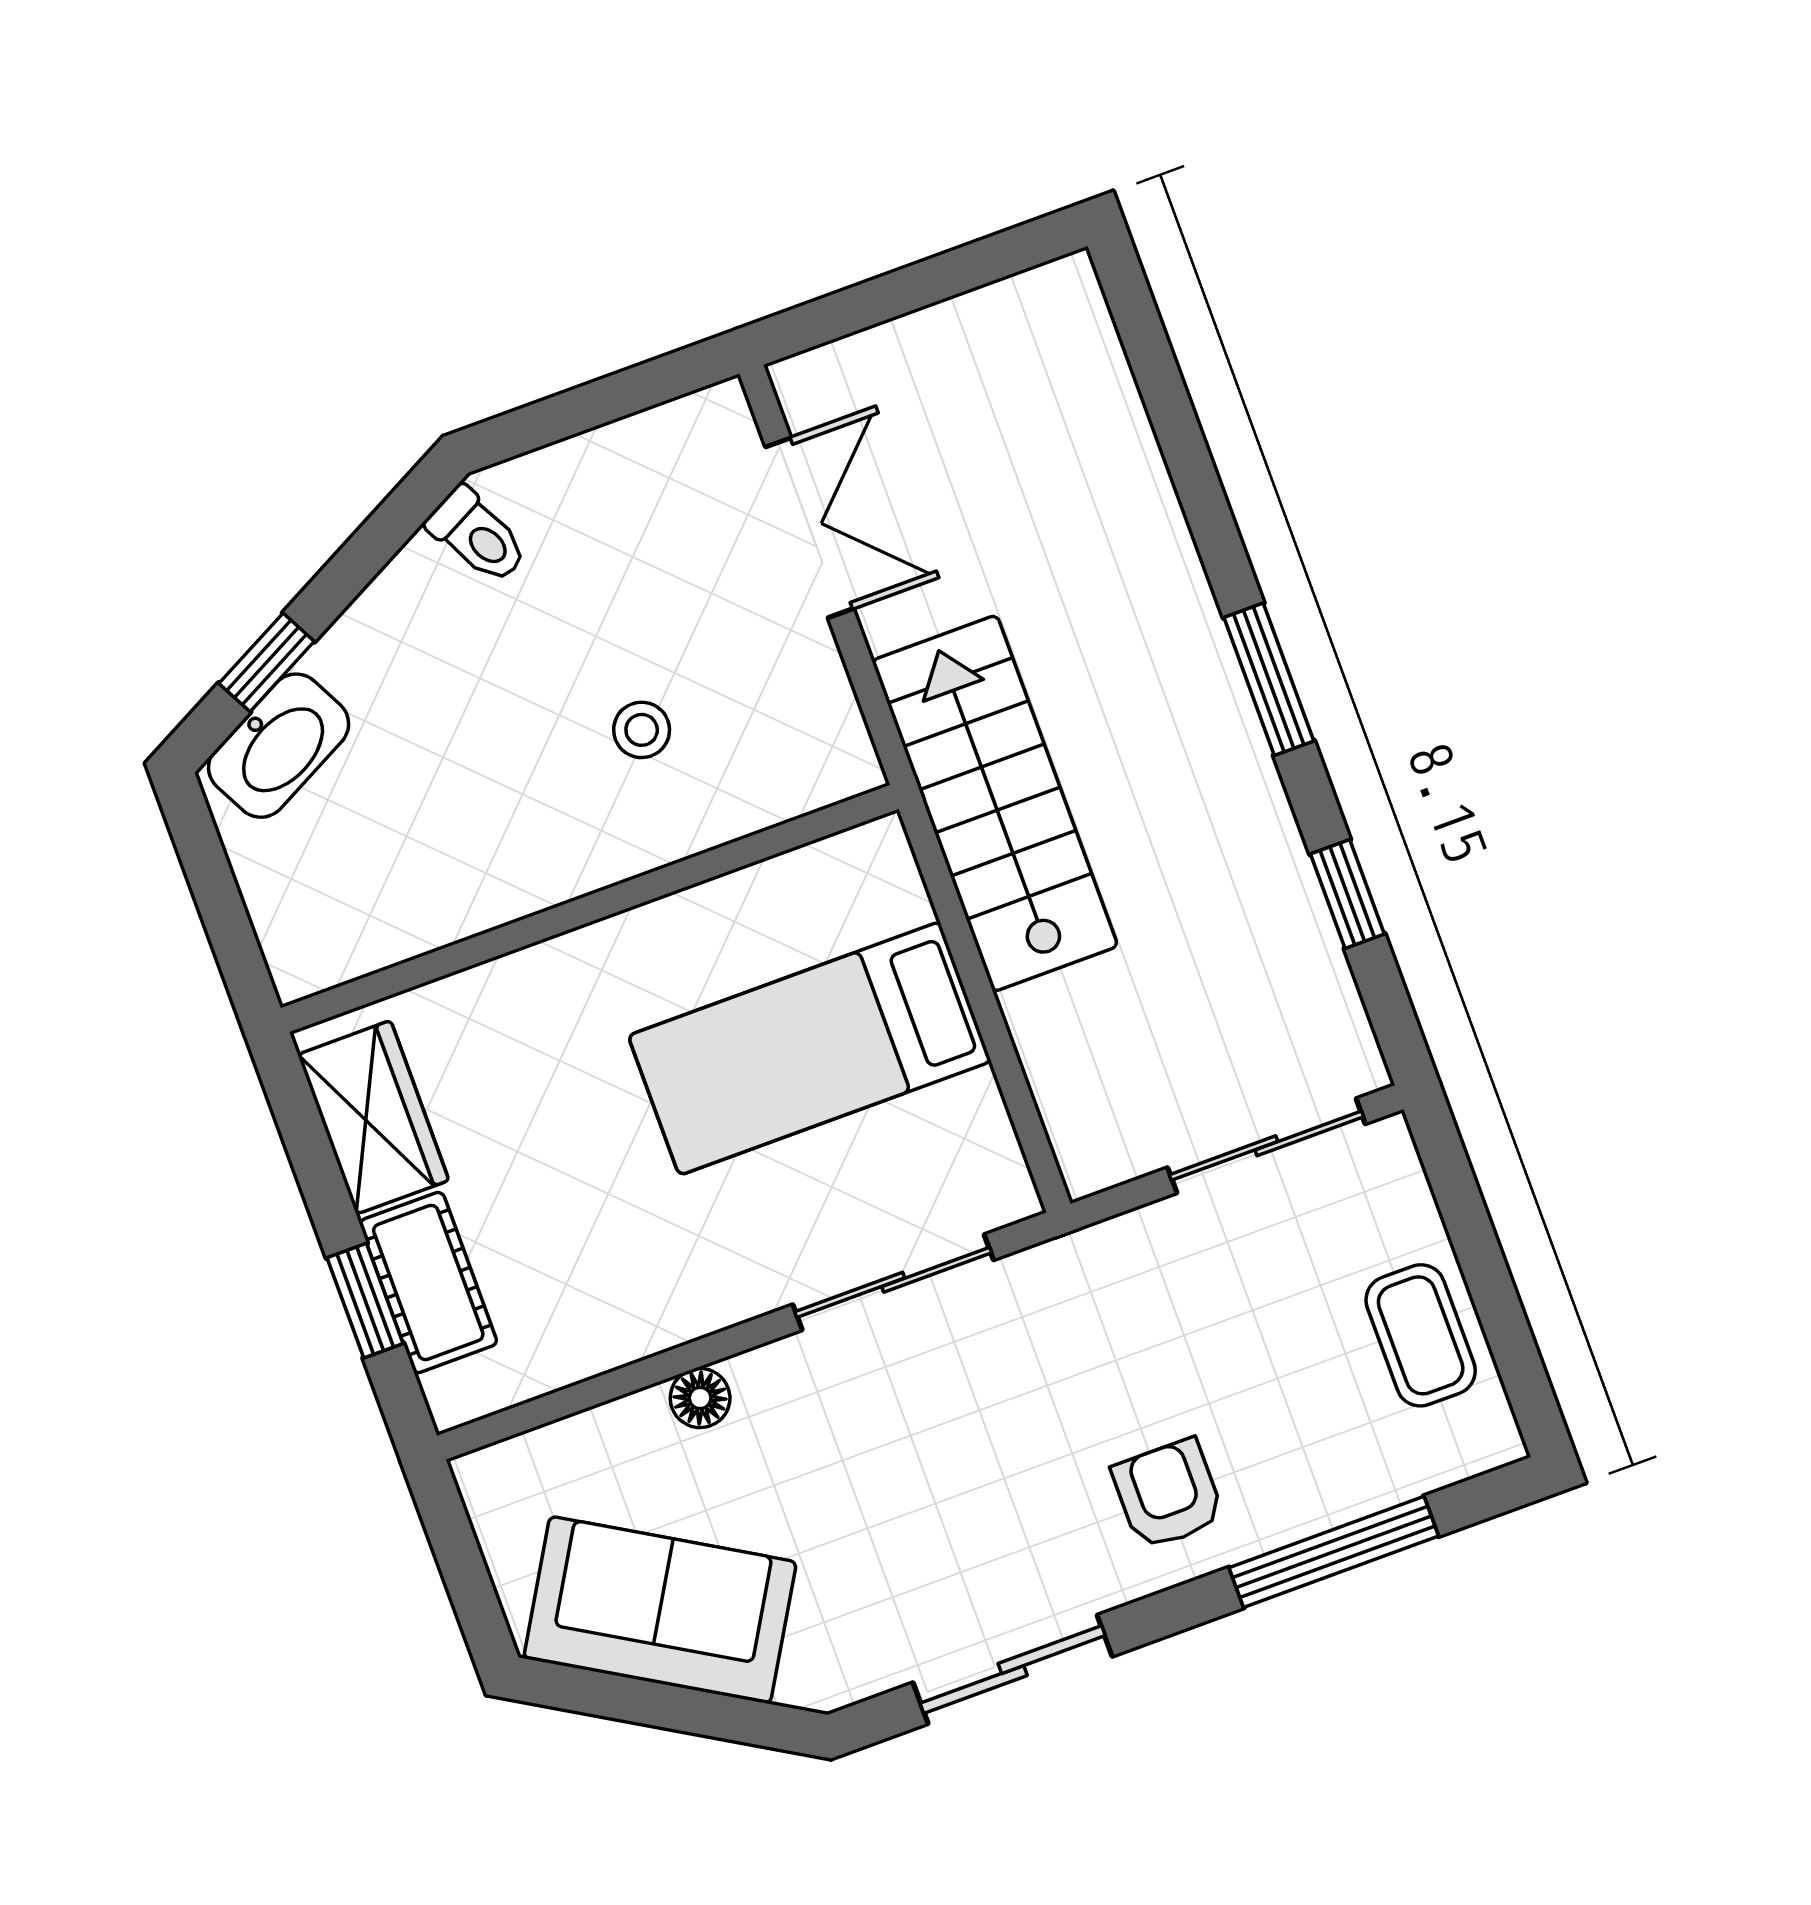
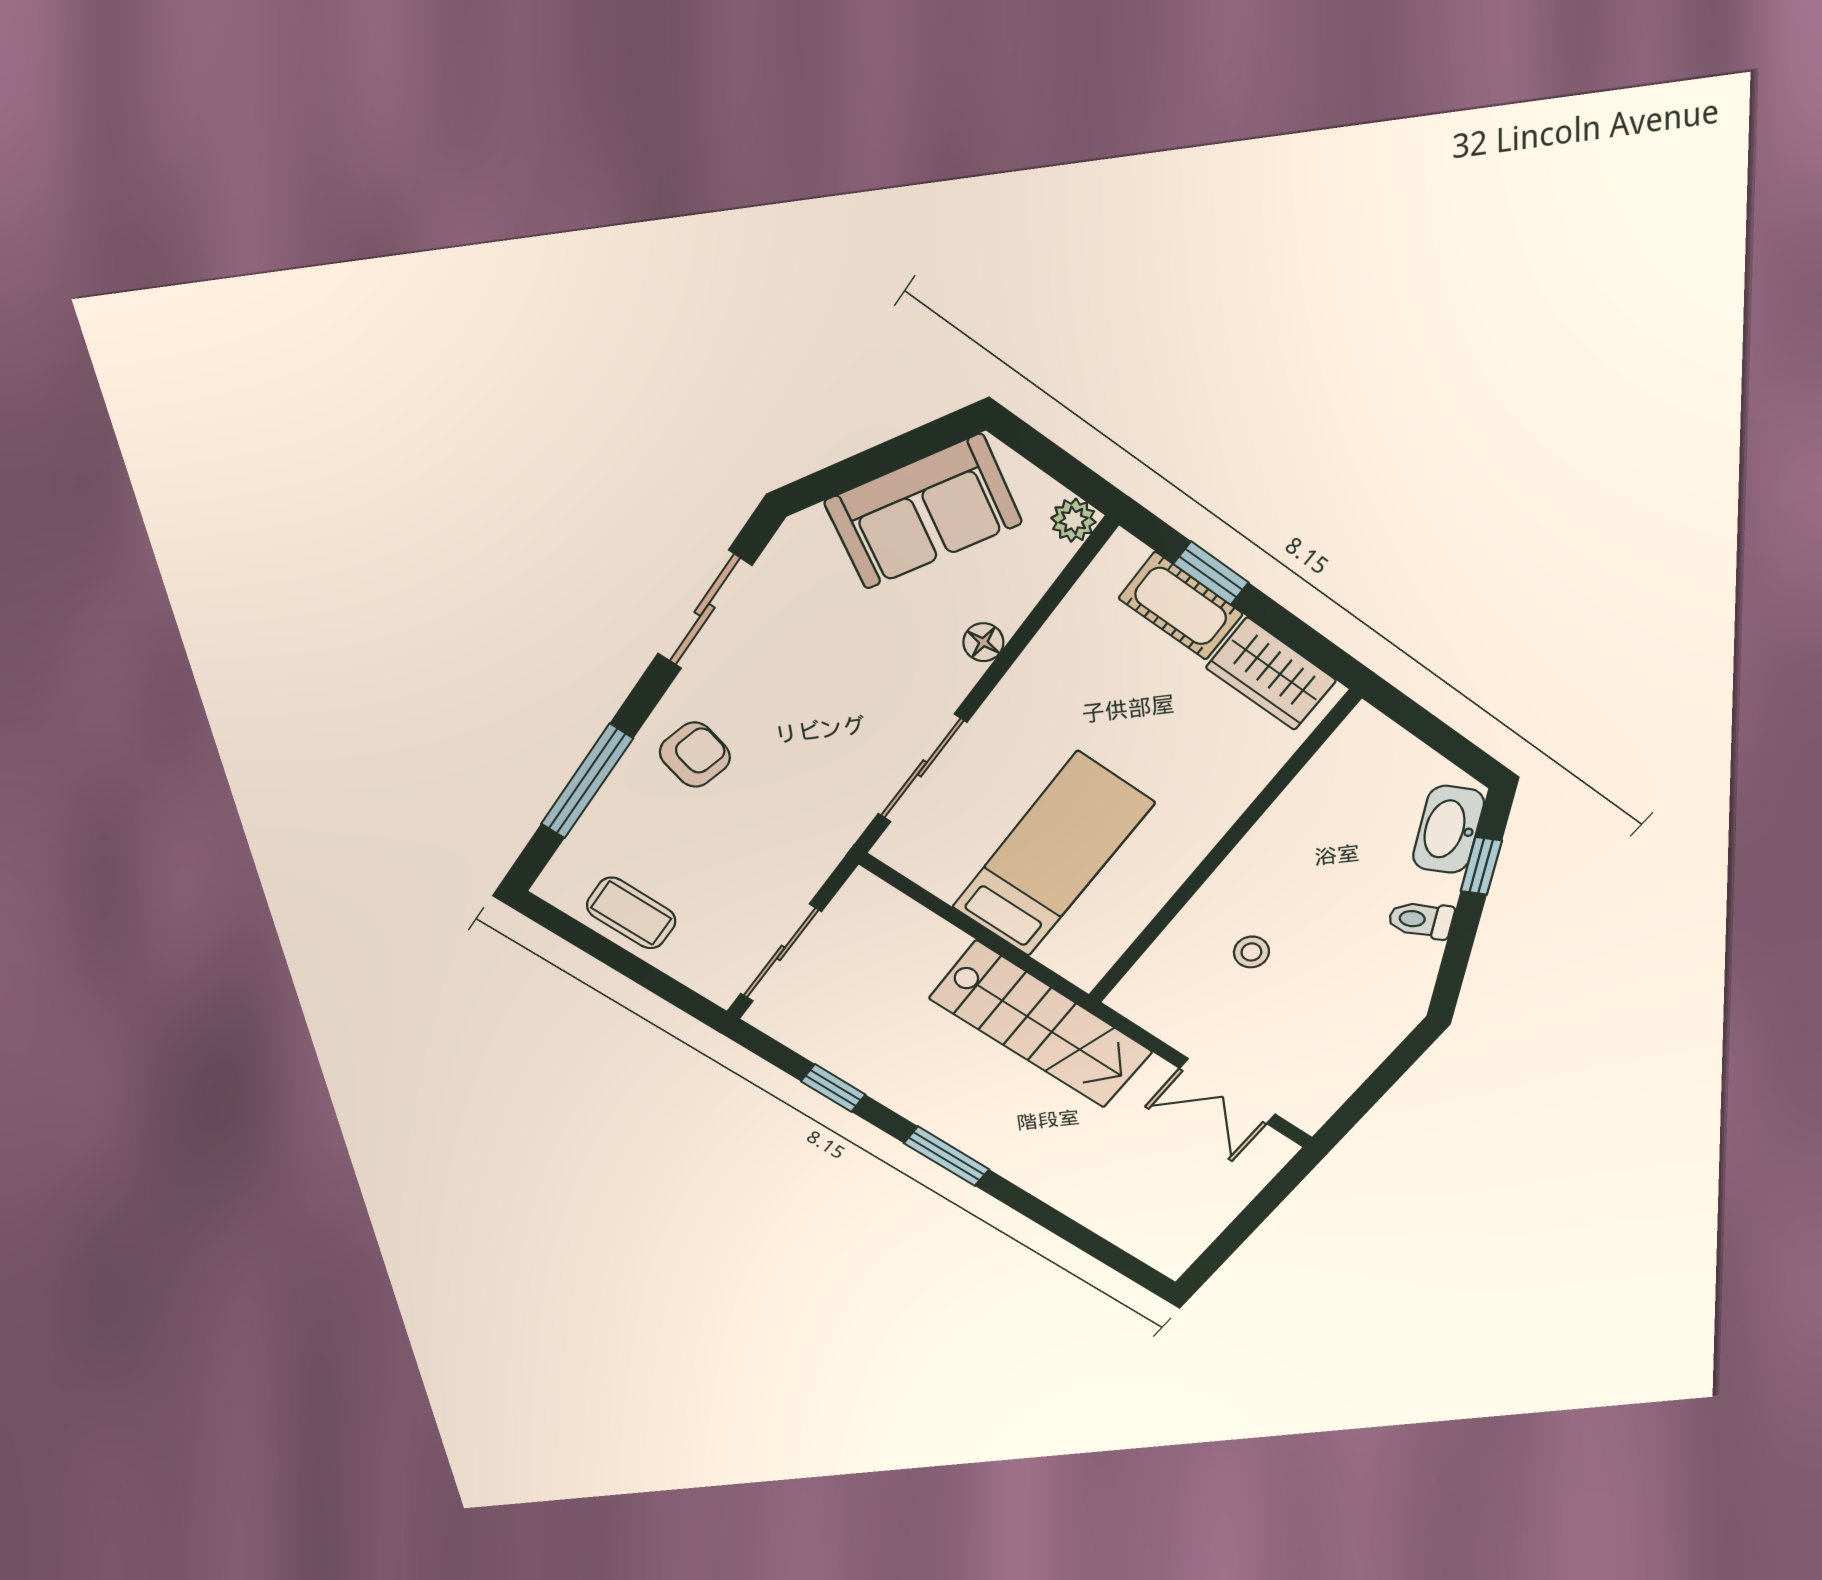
toilet: (477, 536) -> (1421, 920), moved
plant: (487, 1479) -> (1074, 520), added
armchair: (1168, 1494) -> (695, 755), turned -75

